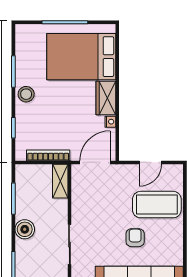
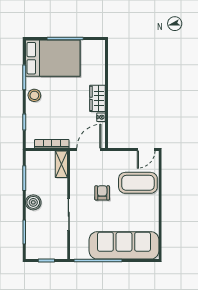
bed: (81, 57) -> (53, 58), moved, turned 180
door: (150, 162) -> (146, 149), moved
armchair: (135, 238) -> (102, 193), moved

